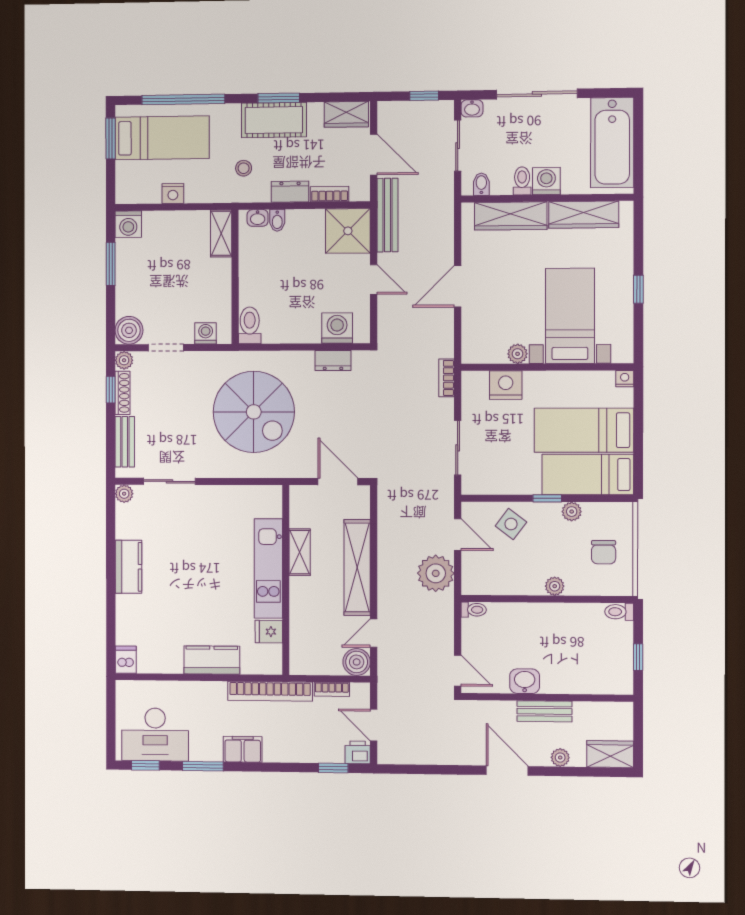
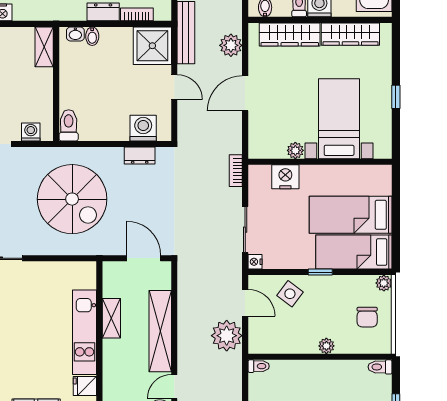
plant: (441, 229) -> (231, 45), added
nightstand: (625, 379) -> (255, 262), moved, turned -90
plant: (572, 512) -> (384, 283), moved

